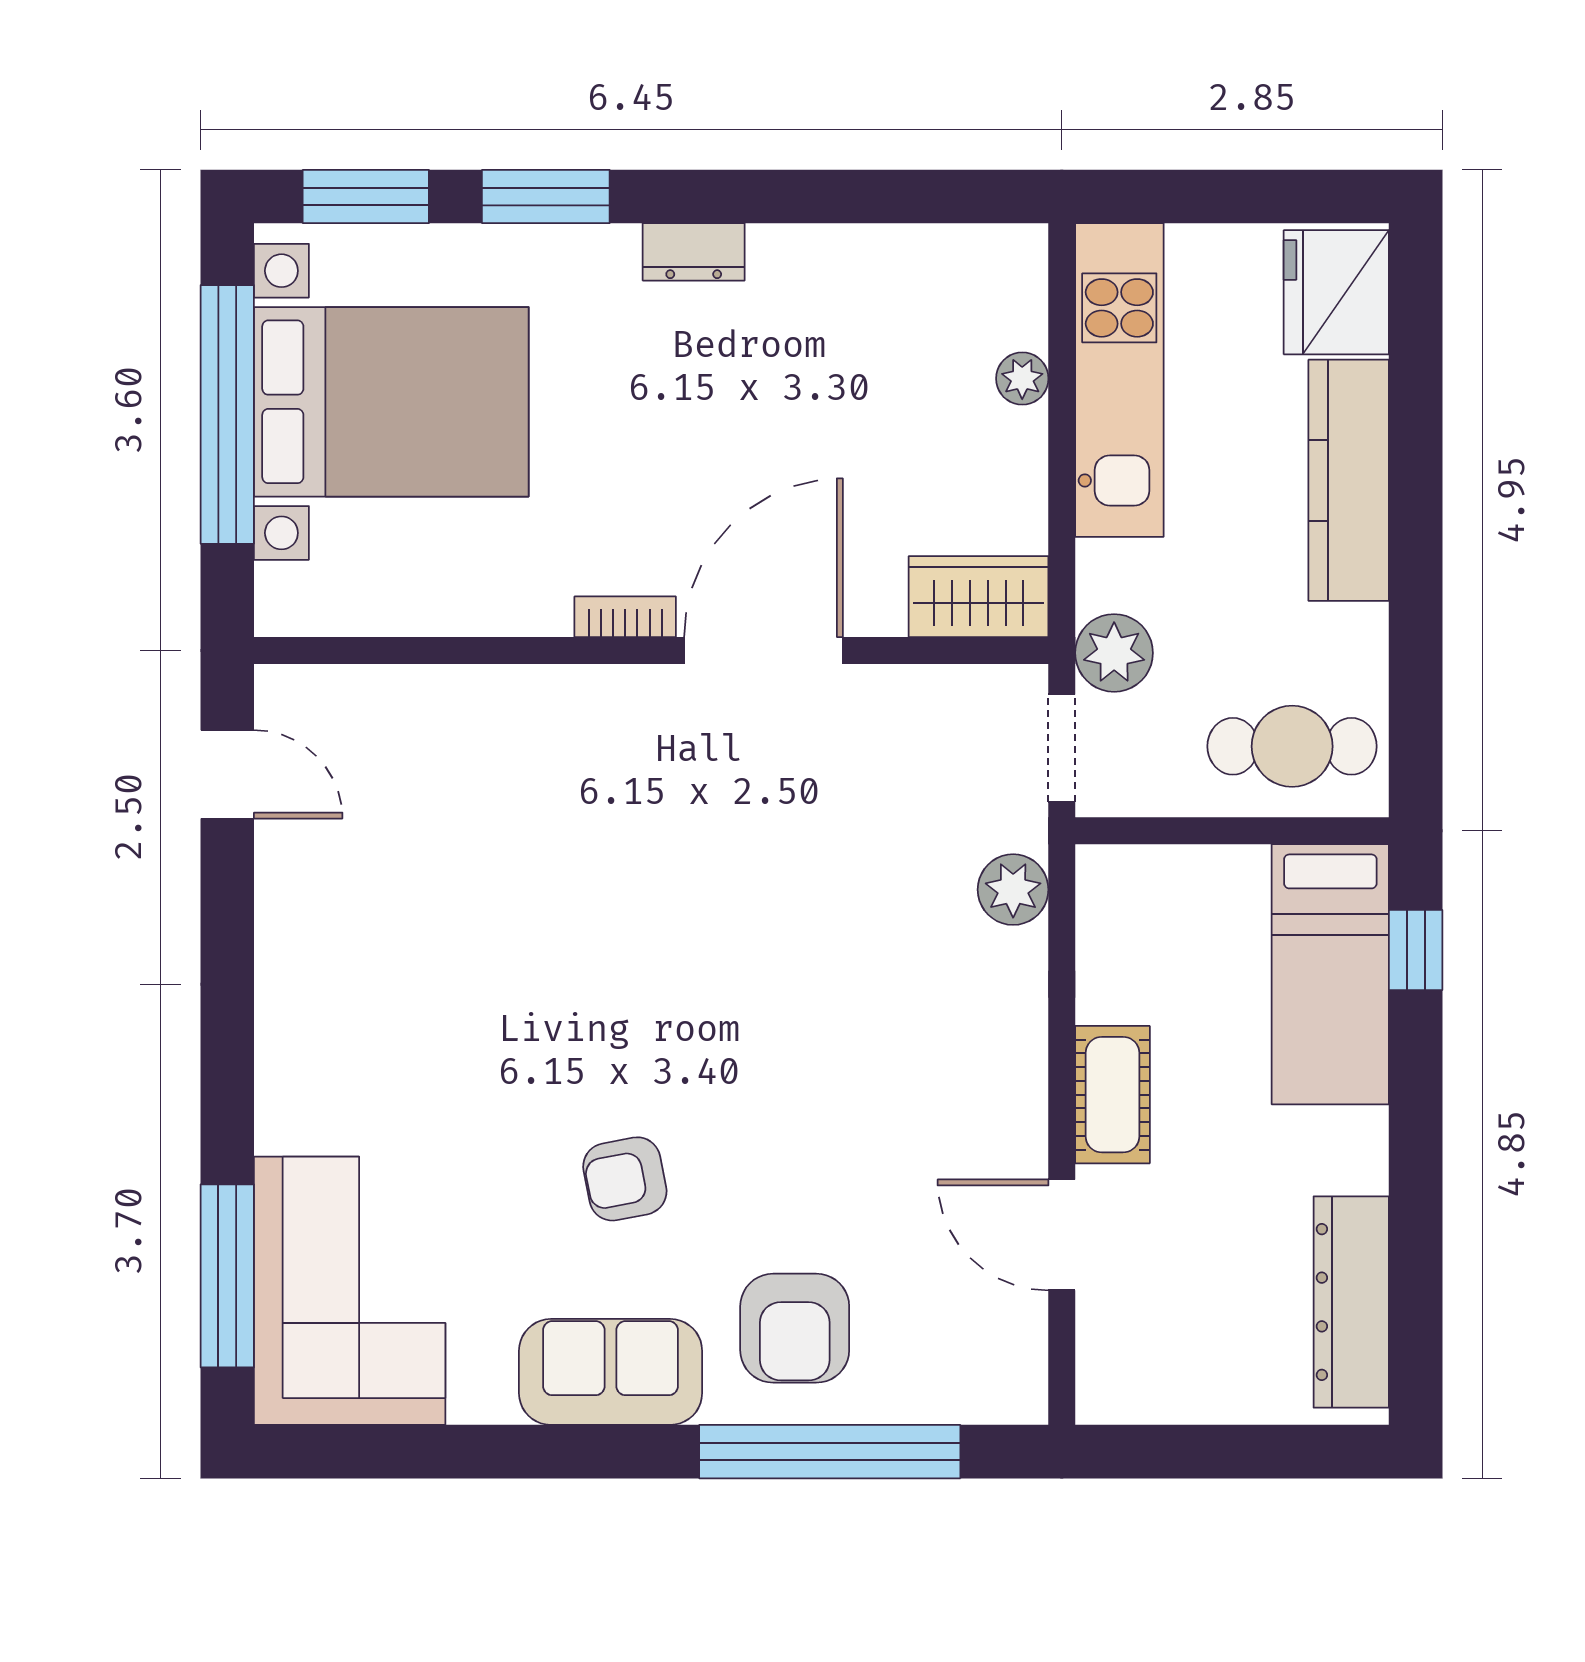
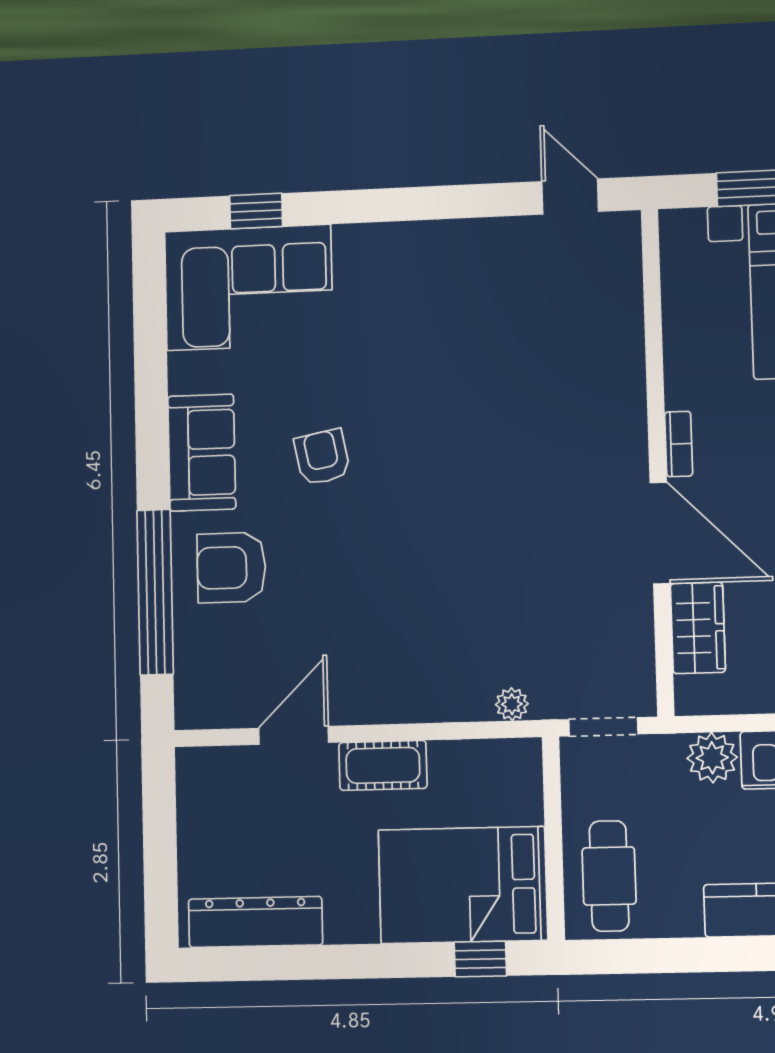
wardrobe: (979, 597) -> (698, 628), moved
plant: (1114, 653) -> (712, 758), moved
door: (227, 774) -> (570, 196), swing flipped
plant: (1013, 890) -> (512, 704), width x0.73, depth x0.73
bed: (1330, 974) -> (463, 885), width x1.50
window: (227, 1276) -> (256, 211), width x0.46

